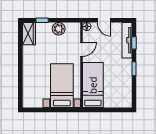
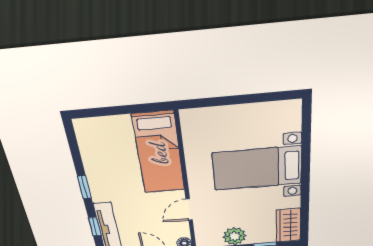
bed with nightstands: (62, 86) -> (257, 168), moved, turned 90

